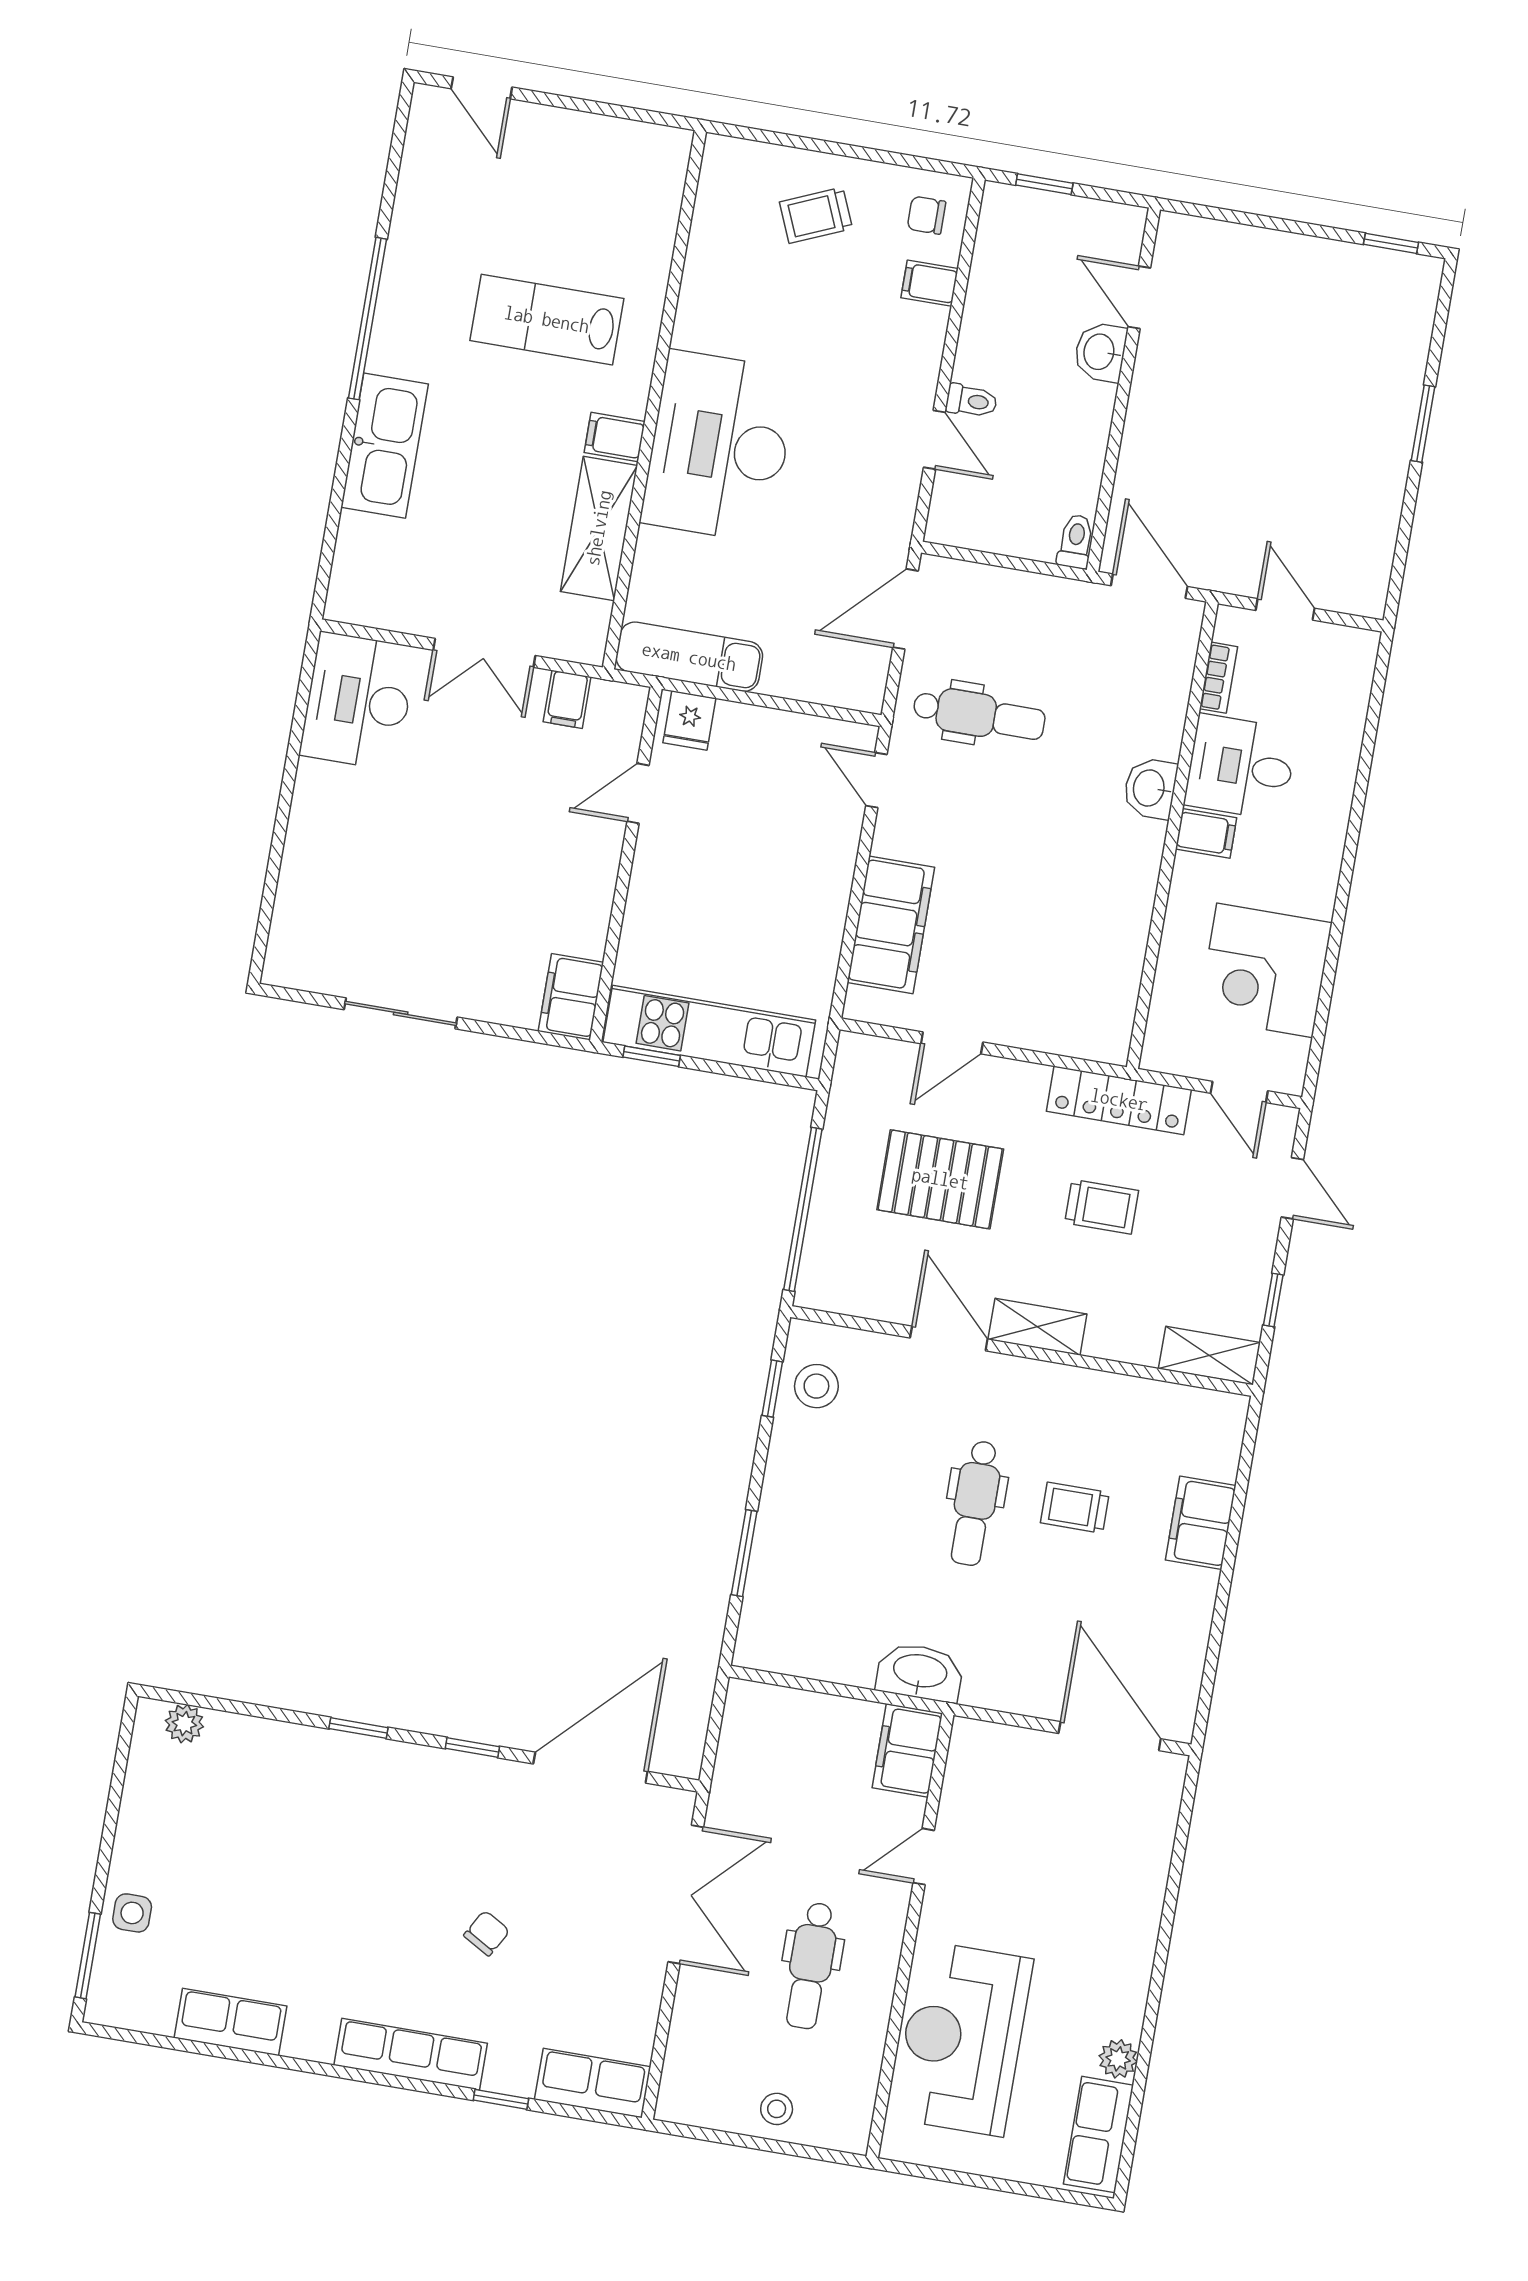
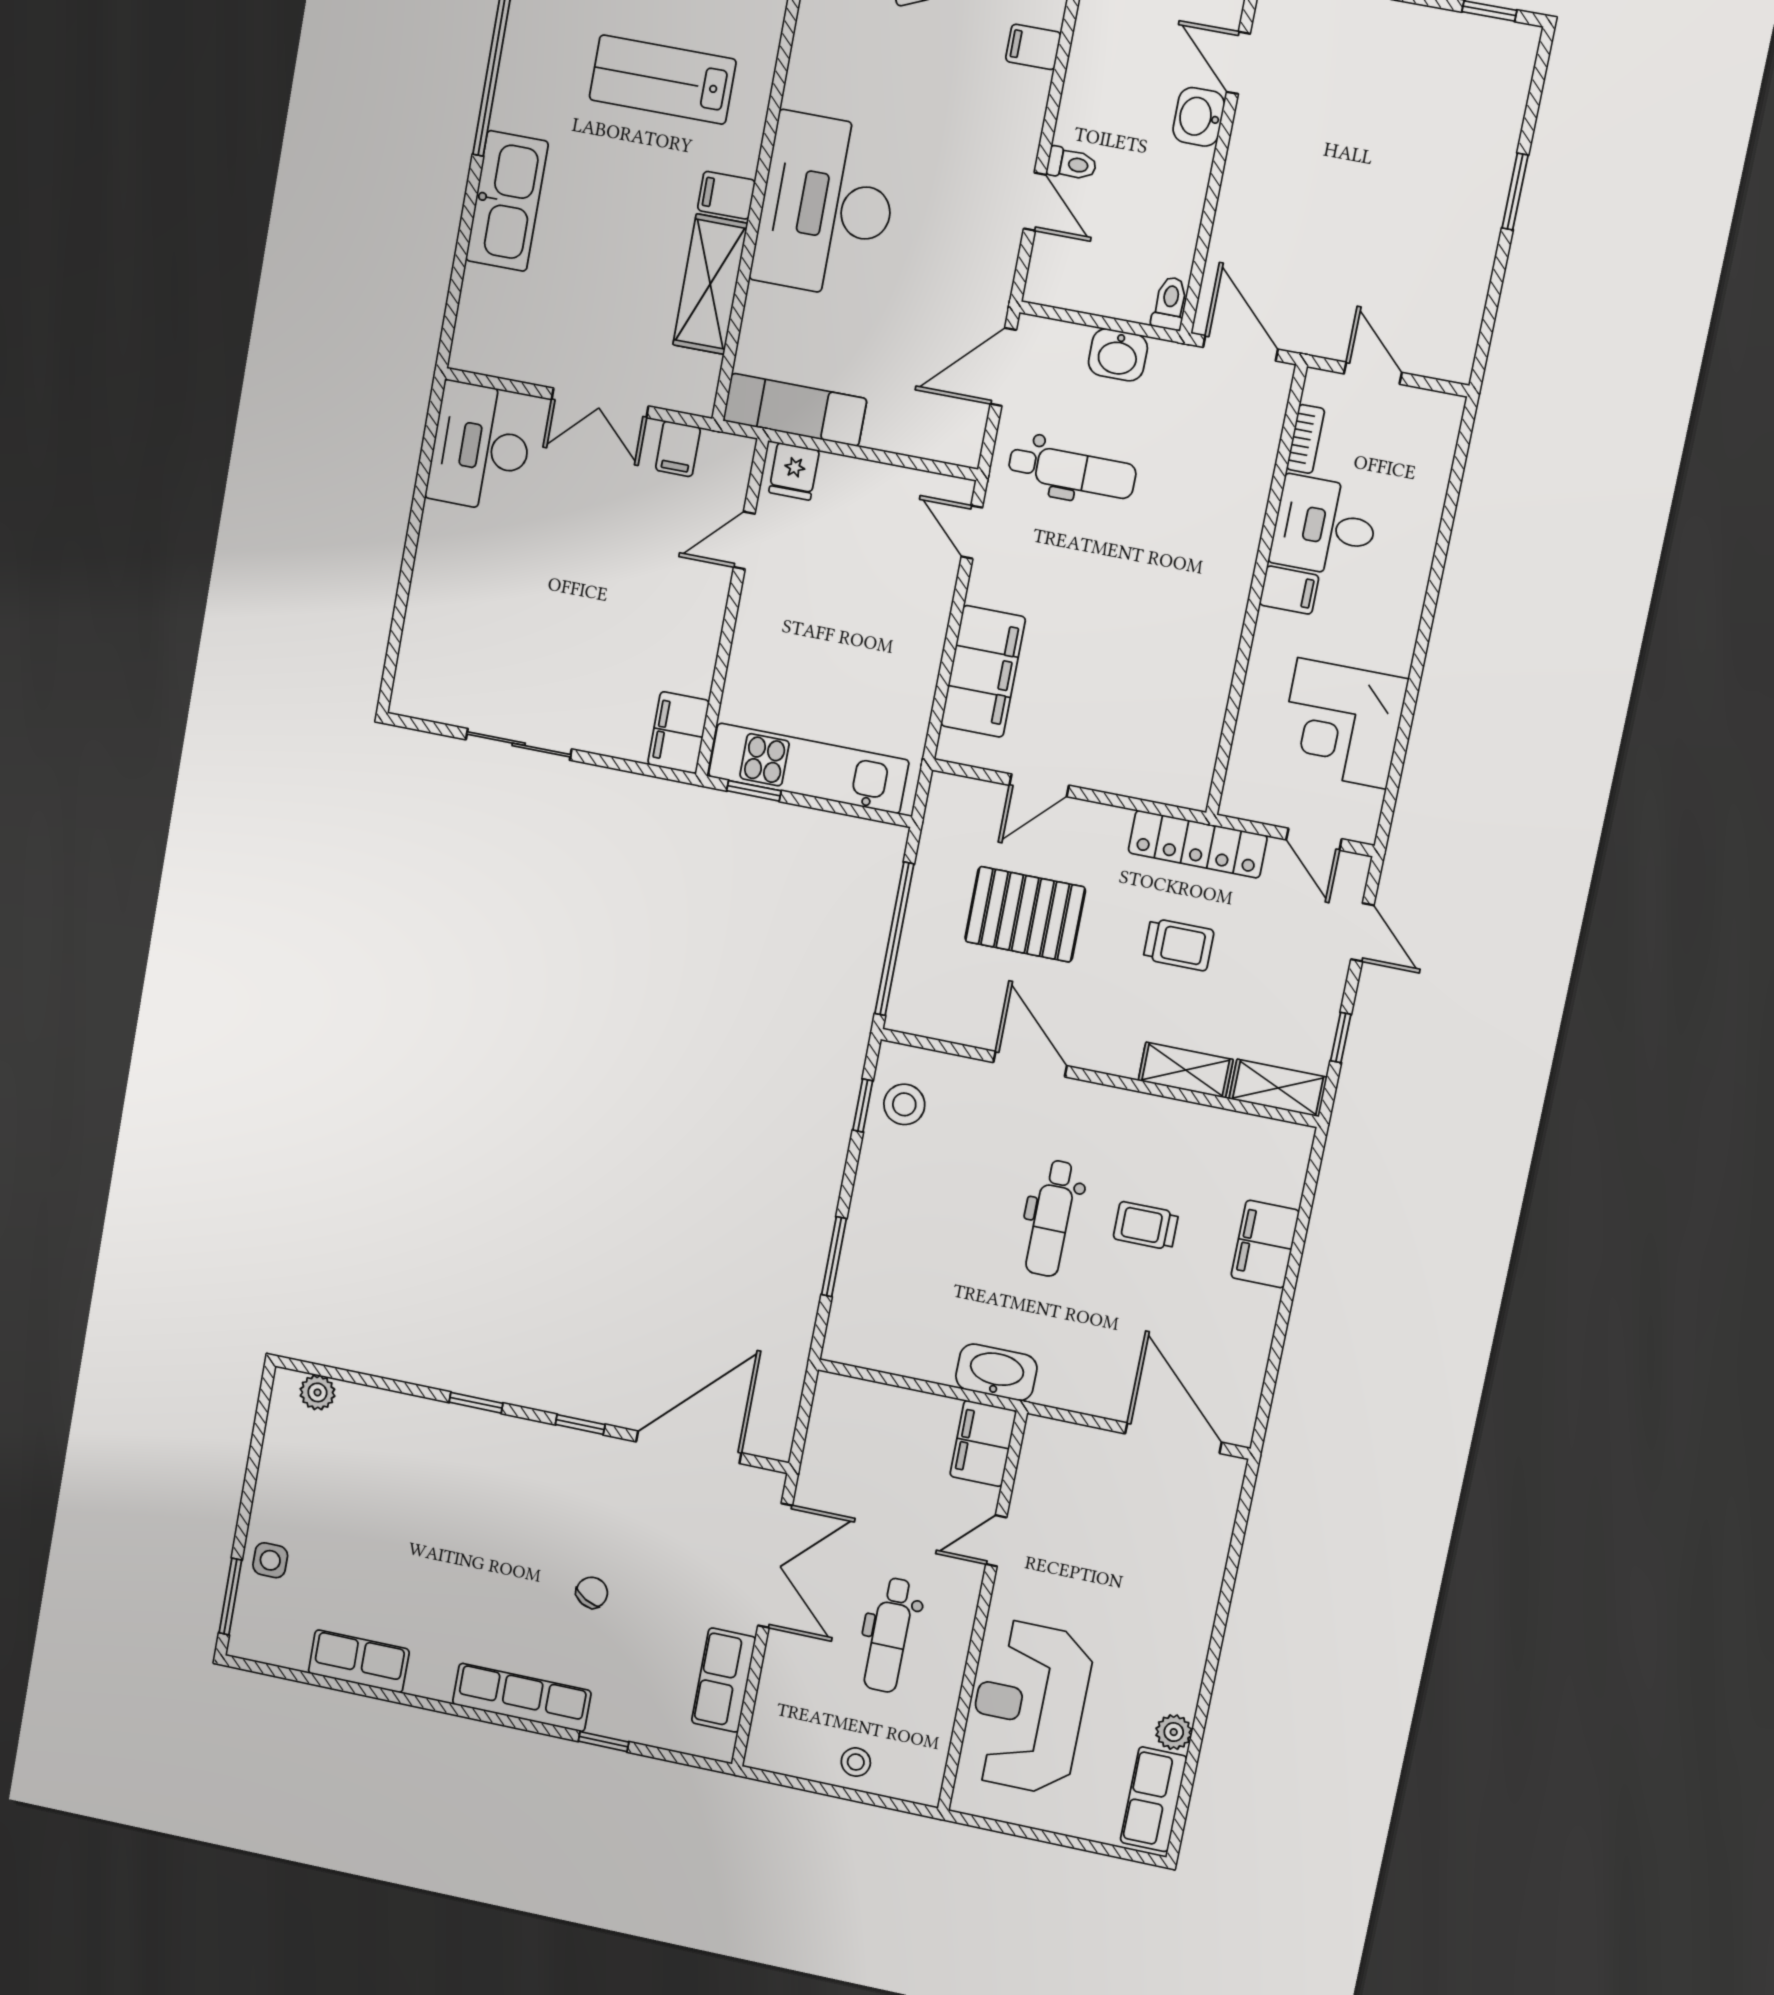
washbasin: (1150, 788) -> (1118, 355), moved, turned -90
shelving: (1037, 1327) -> (1186, 1070), moved
row of seats: (593, 2083) -> (724, 1680), moved, turned -90

